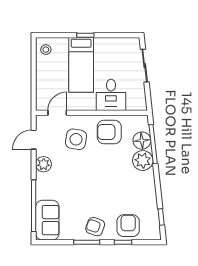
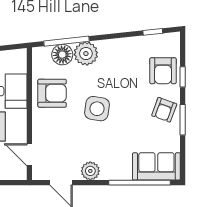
armchair: (109, 132) -> (52, 93), turned -90
side table: (76, 139) -> (97, 109), moved
armchair: (128, 226) -> (163, 71), turned -90

